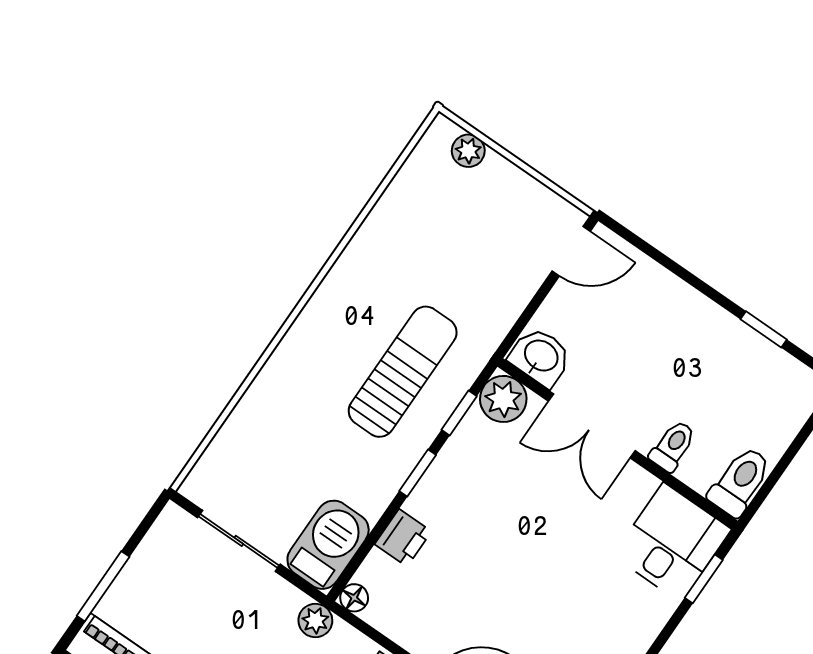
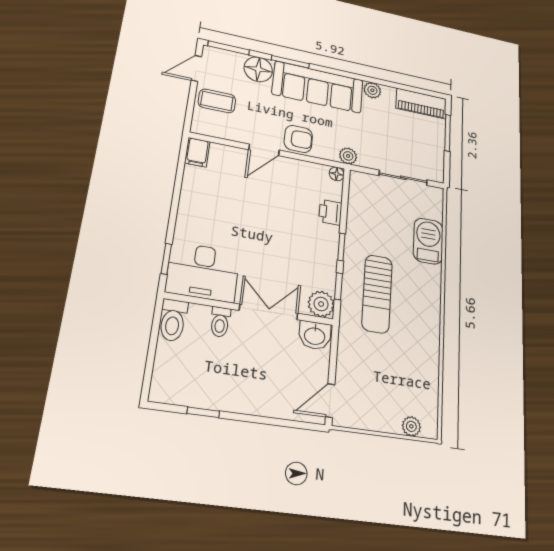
desk: (672, 542) -> (203, 272), width x1.37
barbecue: (328, 545) -> (428, 241), moved, turned 180

